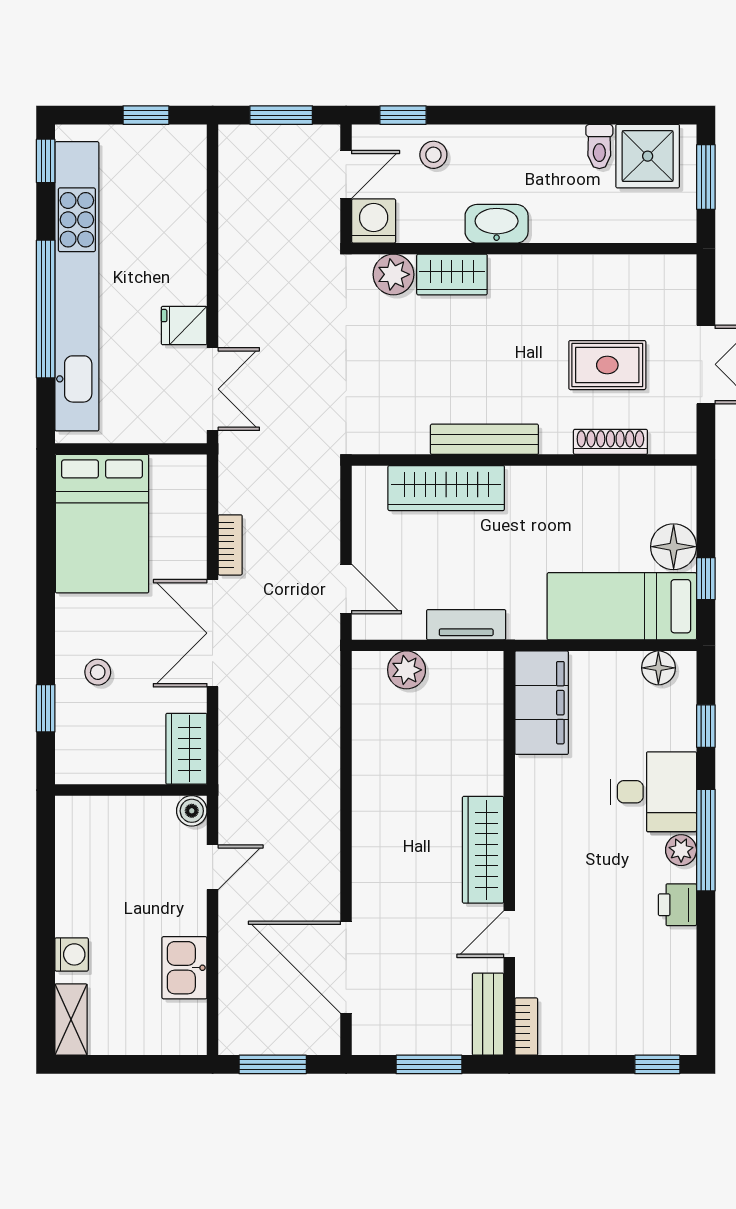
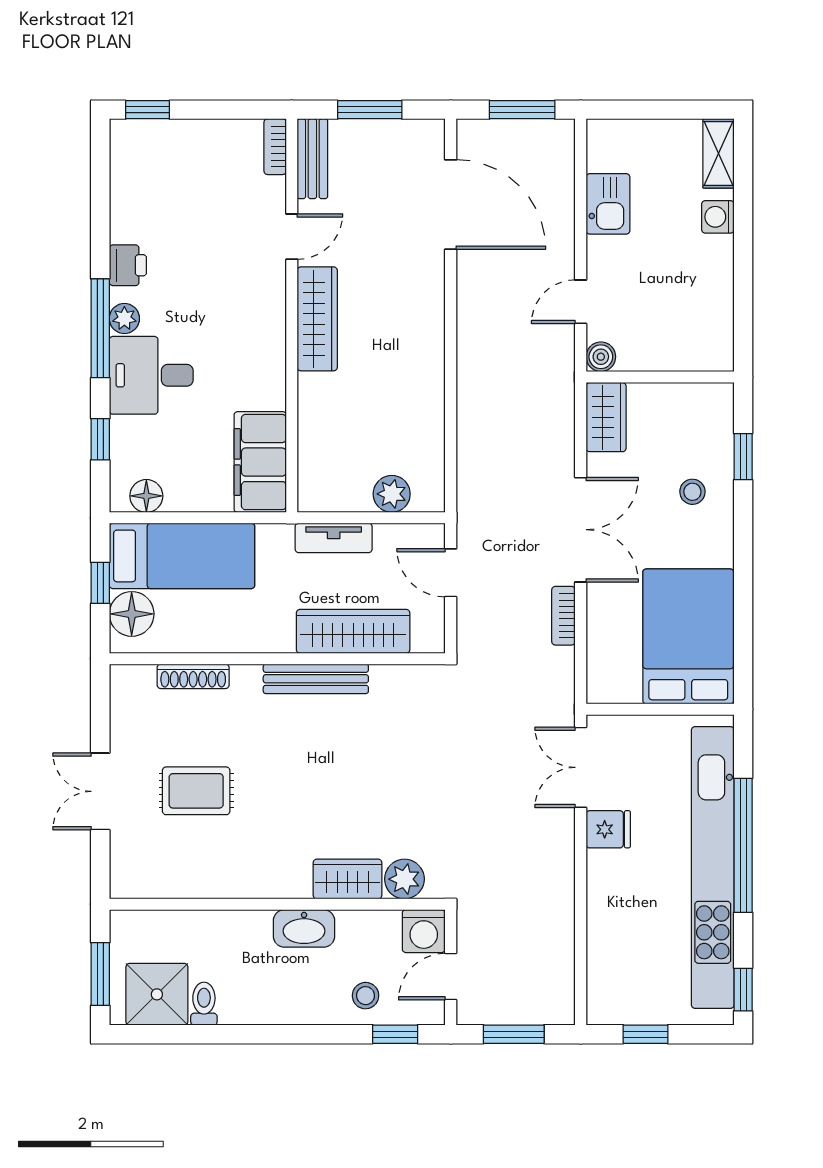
bench: (484, 439) -> (316, 679), moved
shoe rack: (610, 442) -> (193, 676), moved
wall: (524, 460) -> (277, 659), moved
wardrobe: (446, 488) -> (353, 631), moved

